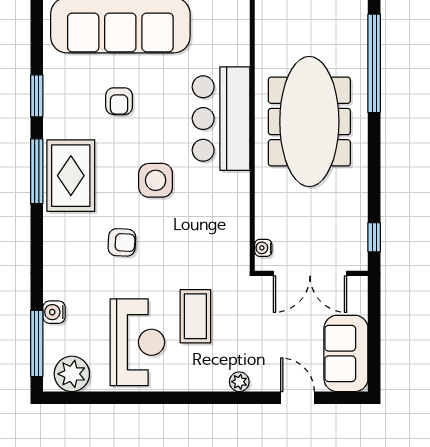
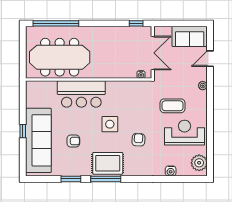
meeting table: (309, 122) -> (60, 57), moved
window: (37, 343) -> (185, 179), removed

